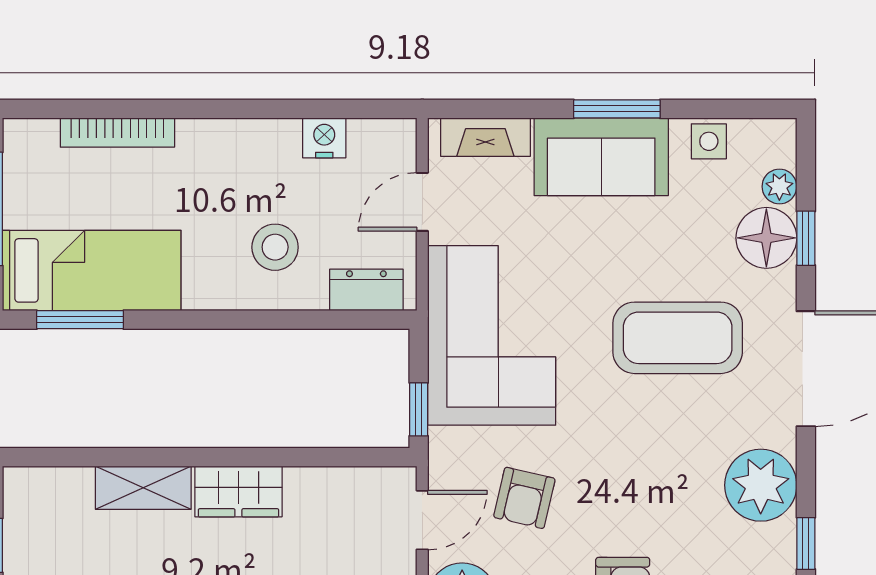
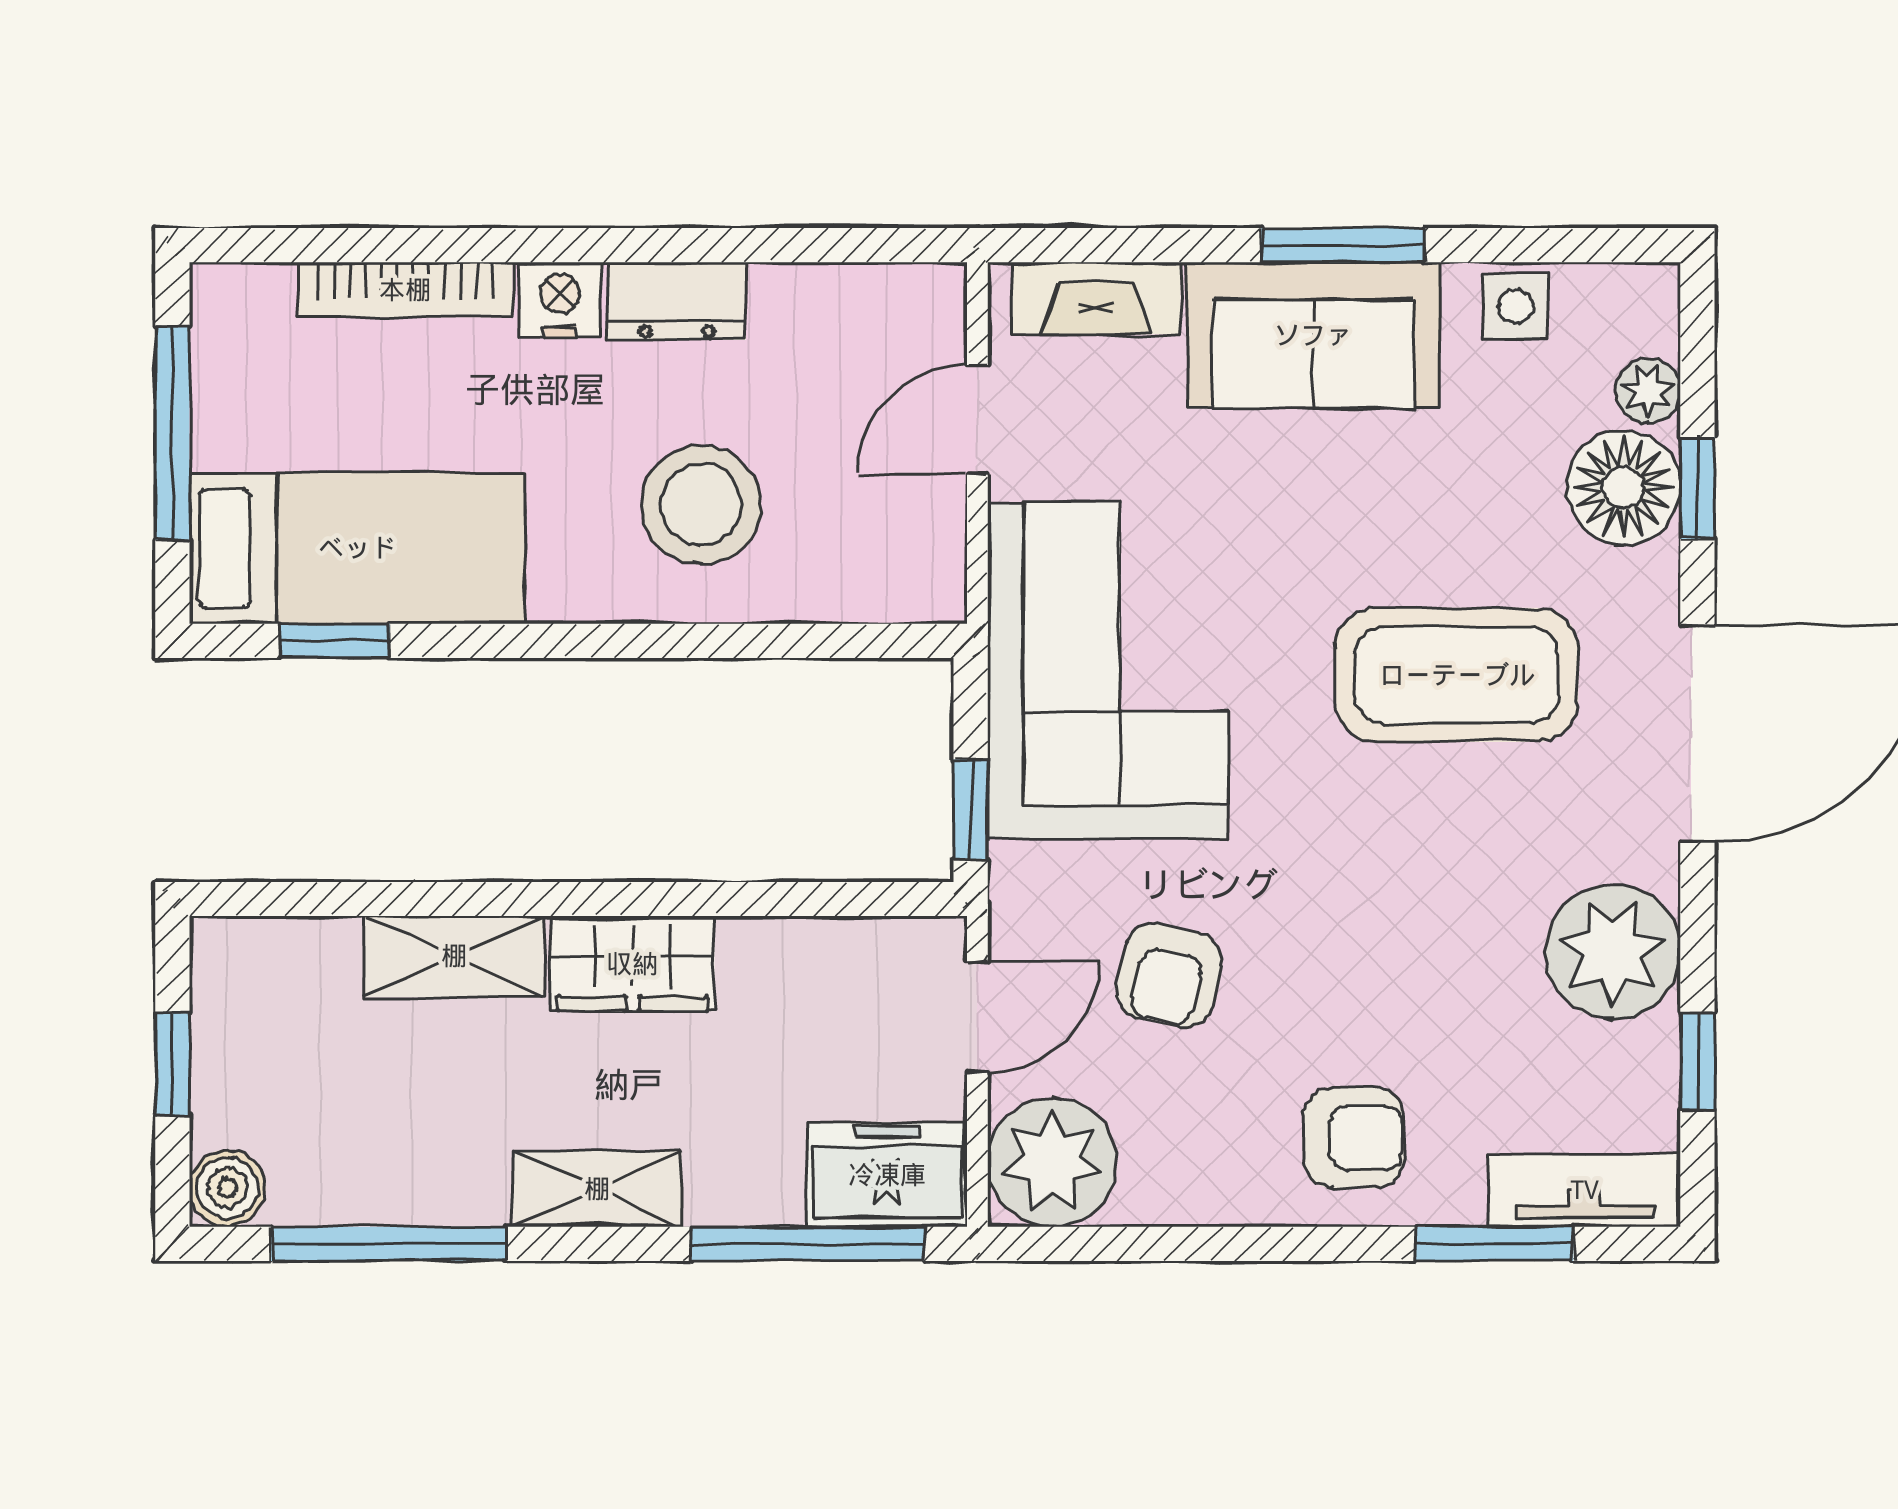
nightstand: (324, 138) -> (560, 300), moved
stool: (275, 247) -> (701, 505), width x1.38, depth x1.38
dresser: (366, 290) -> (677, 301), moved, turned 180
window: (80, 320) -> (335, 641), width x0.67

